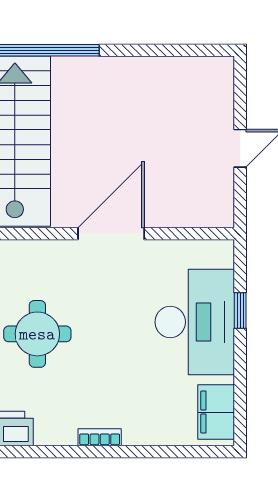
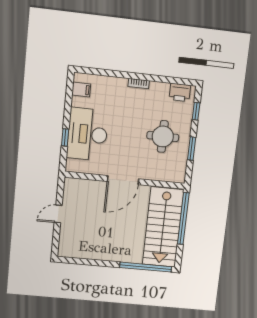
filing cabinet: (216, 412) -> (81, 89), width x0.50

